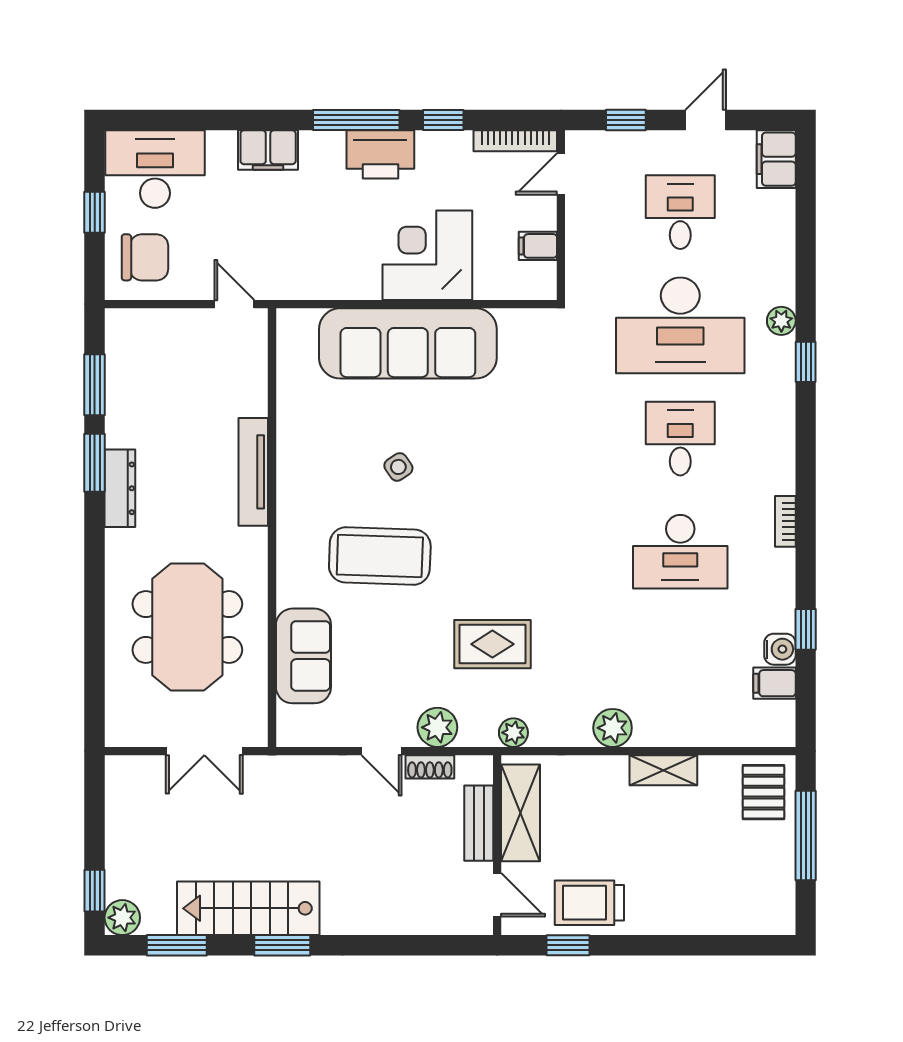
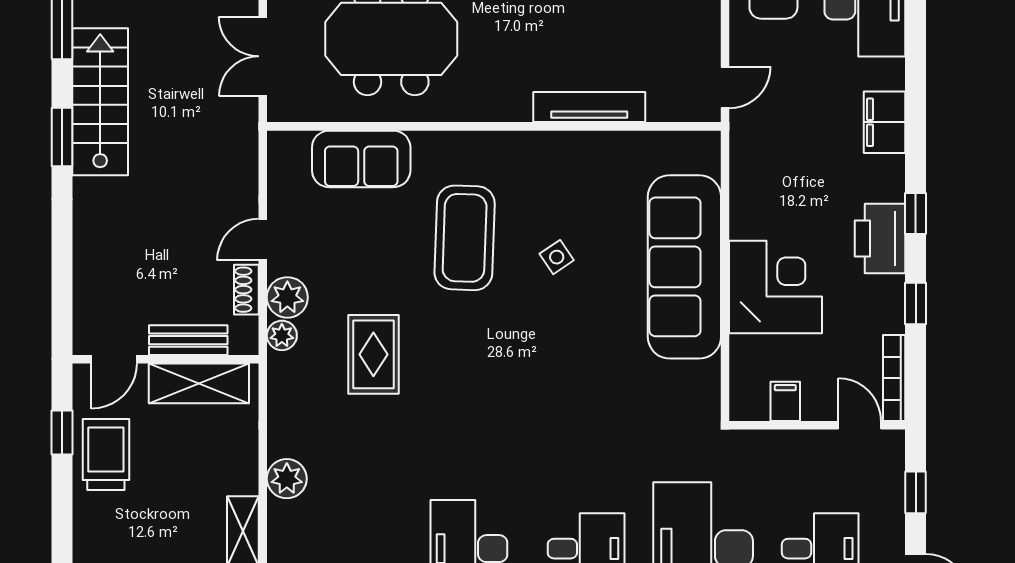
window: (356, 120) -> (916, 213), width x0.46
tv unit: (253, 472) -> (589, 107), moved
plant: (513, 733) -> (282, 335), moved

